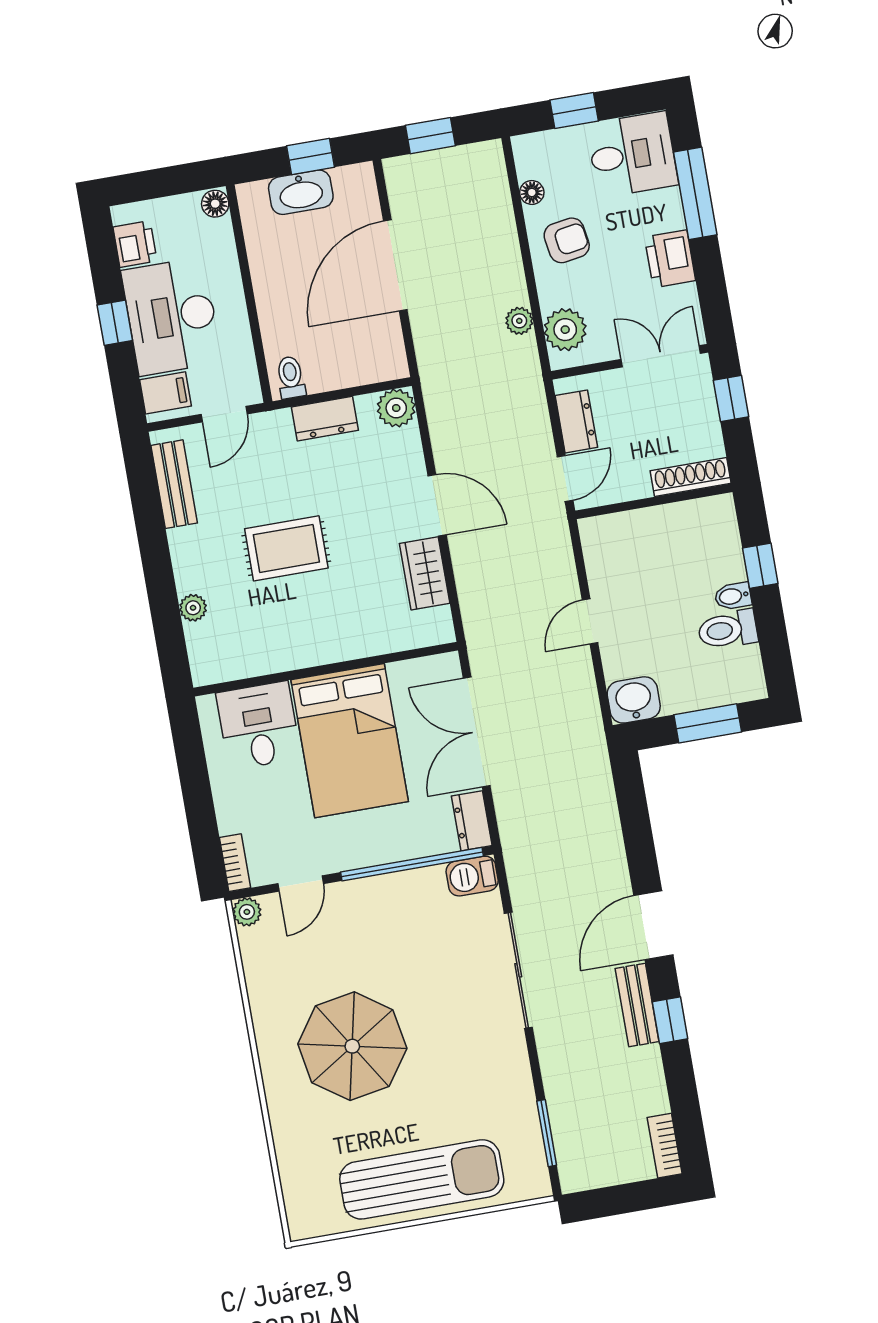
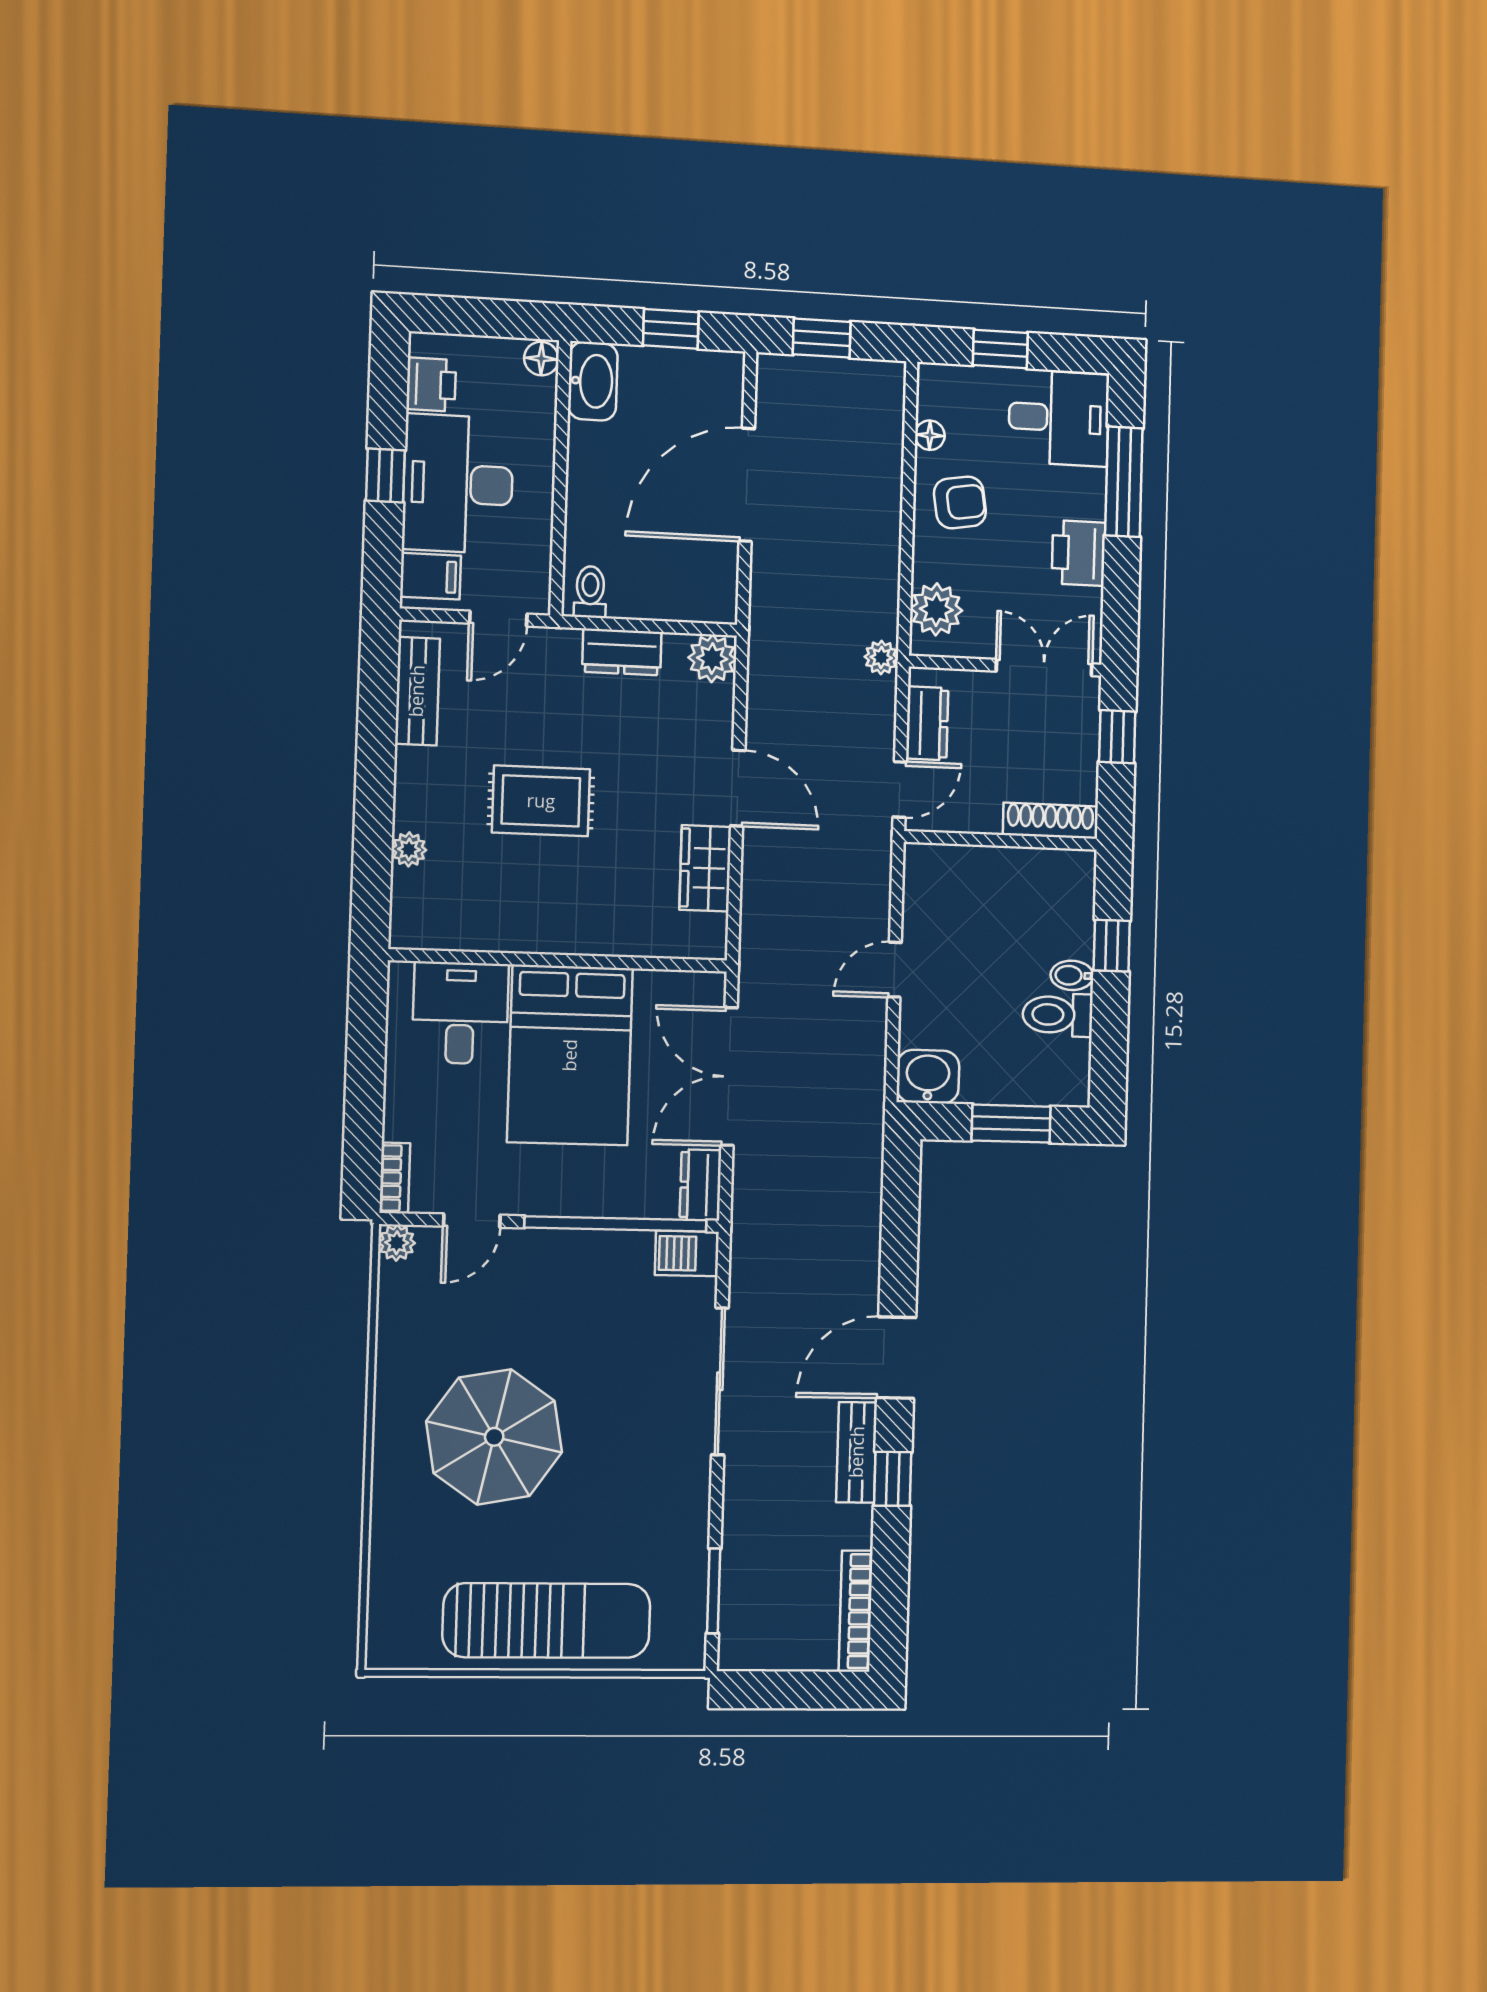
washbasin: (301, 192) -> (593, 381), moved, turned -90
plant: (519, 321) -> (881, 657), moved
bookcase: (665, 1146) -> (856, 1611), width x1.56

